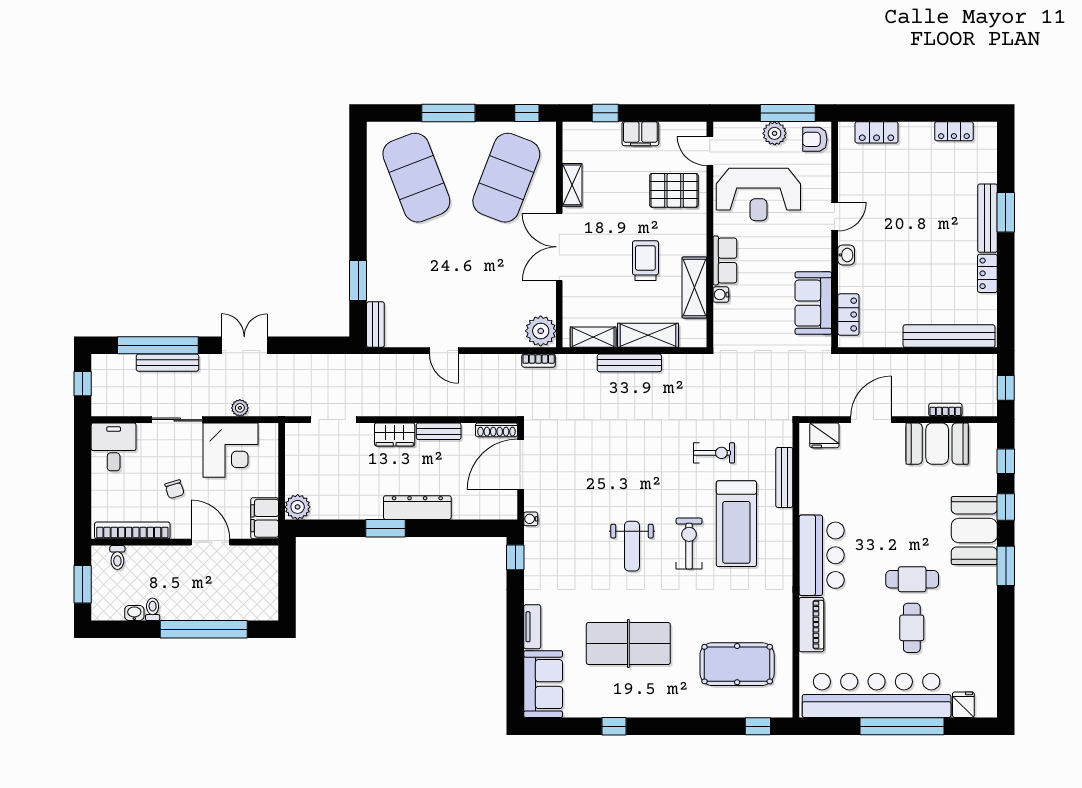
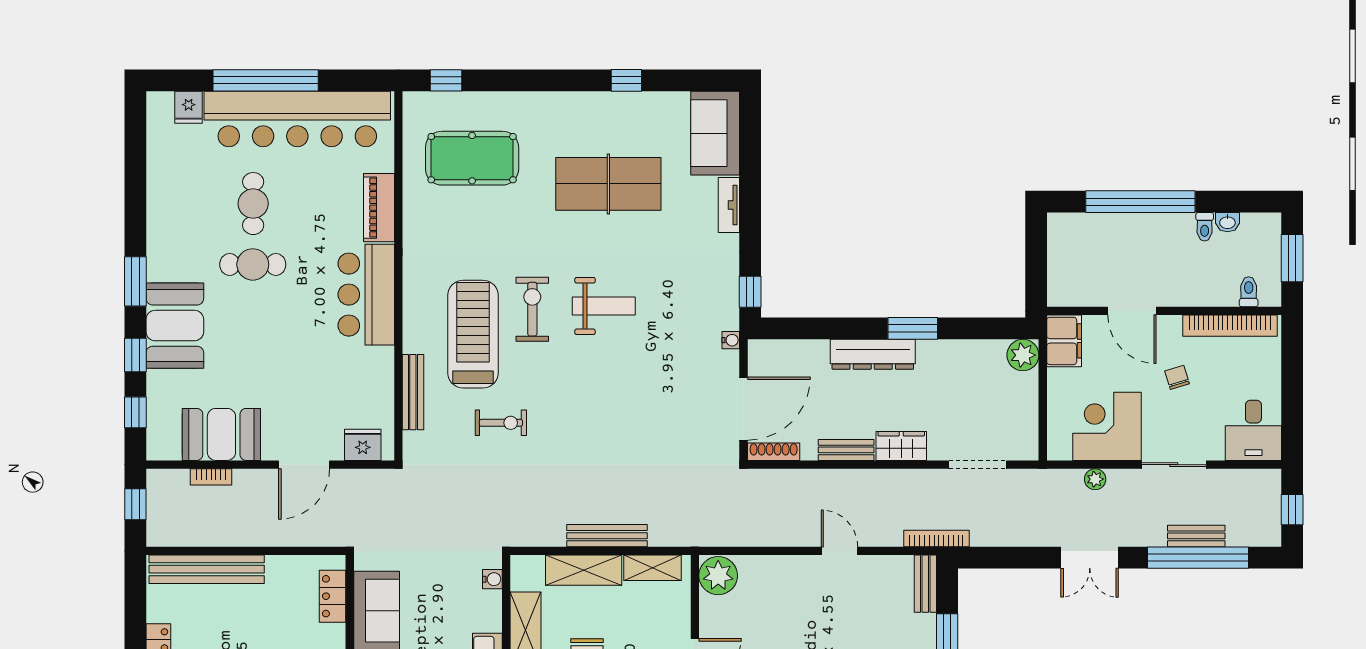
water cooler: (721, 295) -> (492, 579), moved
bookcase: (539, 361) -> (936, 538), moved, width x1.56
bench: (167, 363) -> (1196, 536), width x0.73
exercise bike: (714, 453) -> (501, 423), turned 180
exercise bike: (689, 544) -> (532, 309), turned 180
weight bench: (632, 546) -> (604, 306), turned 90

